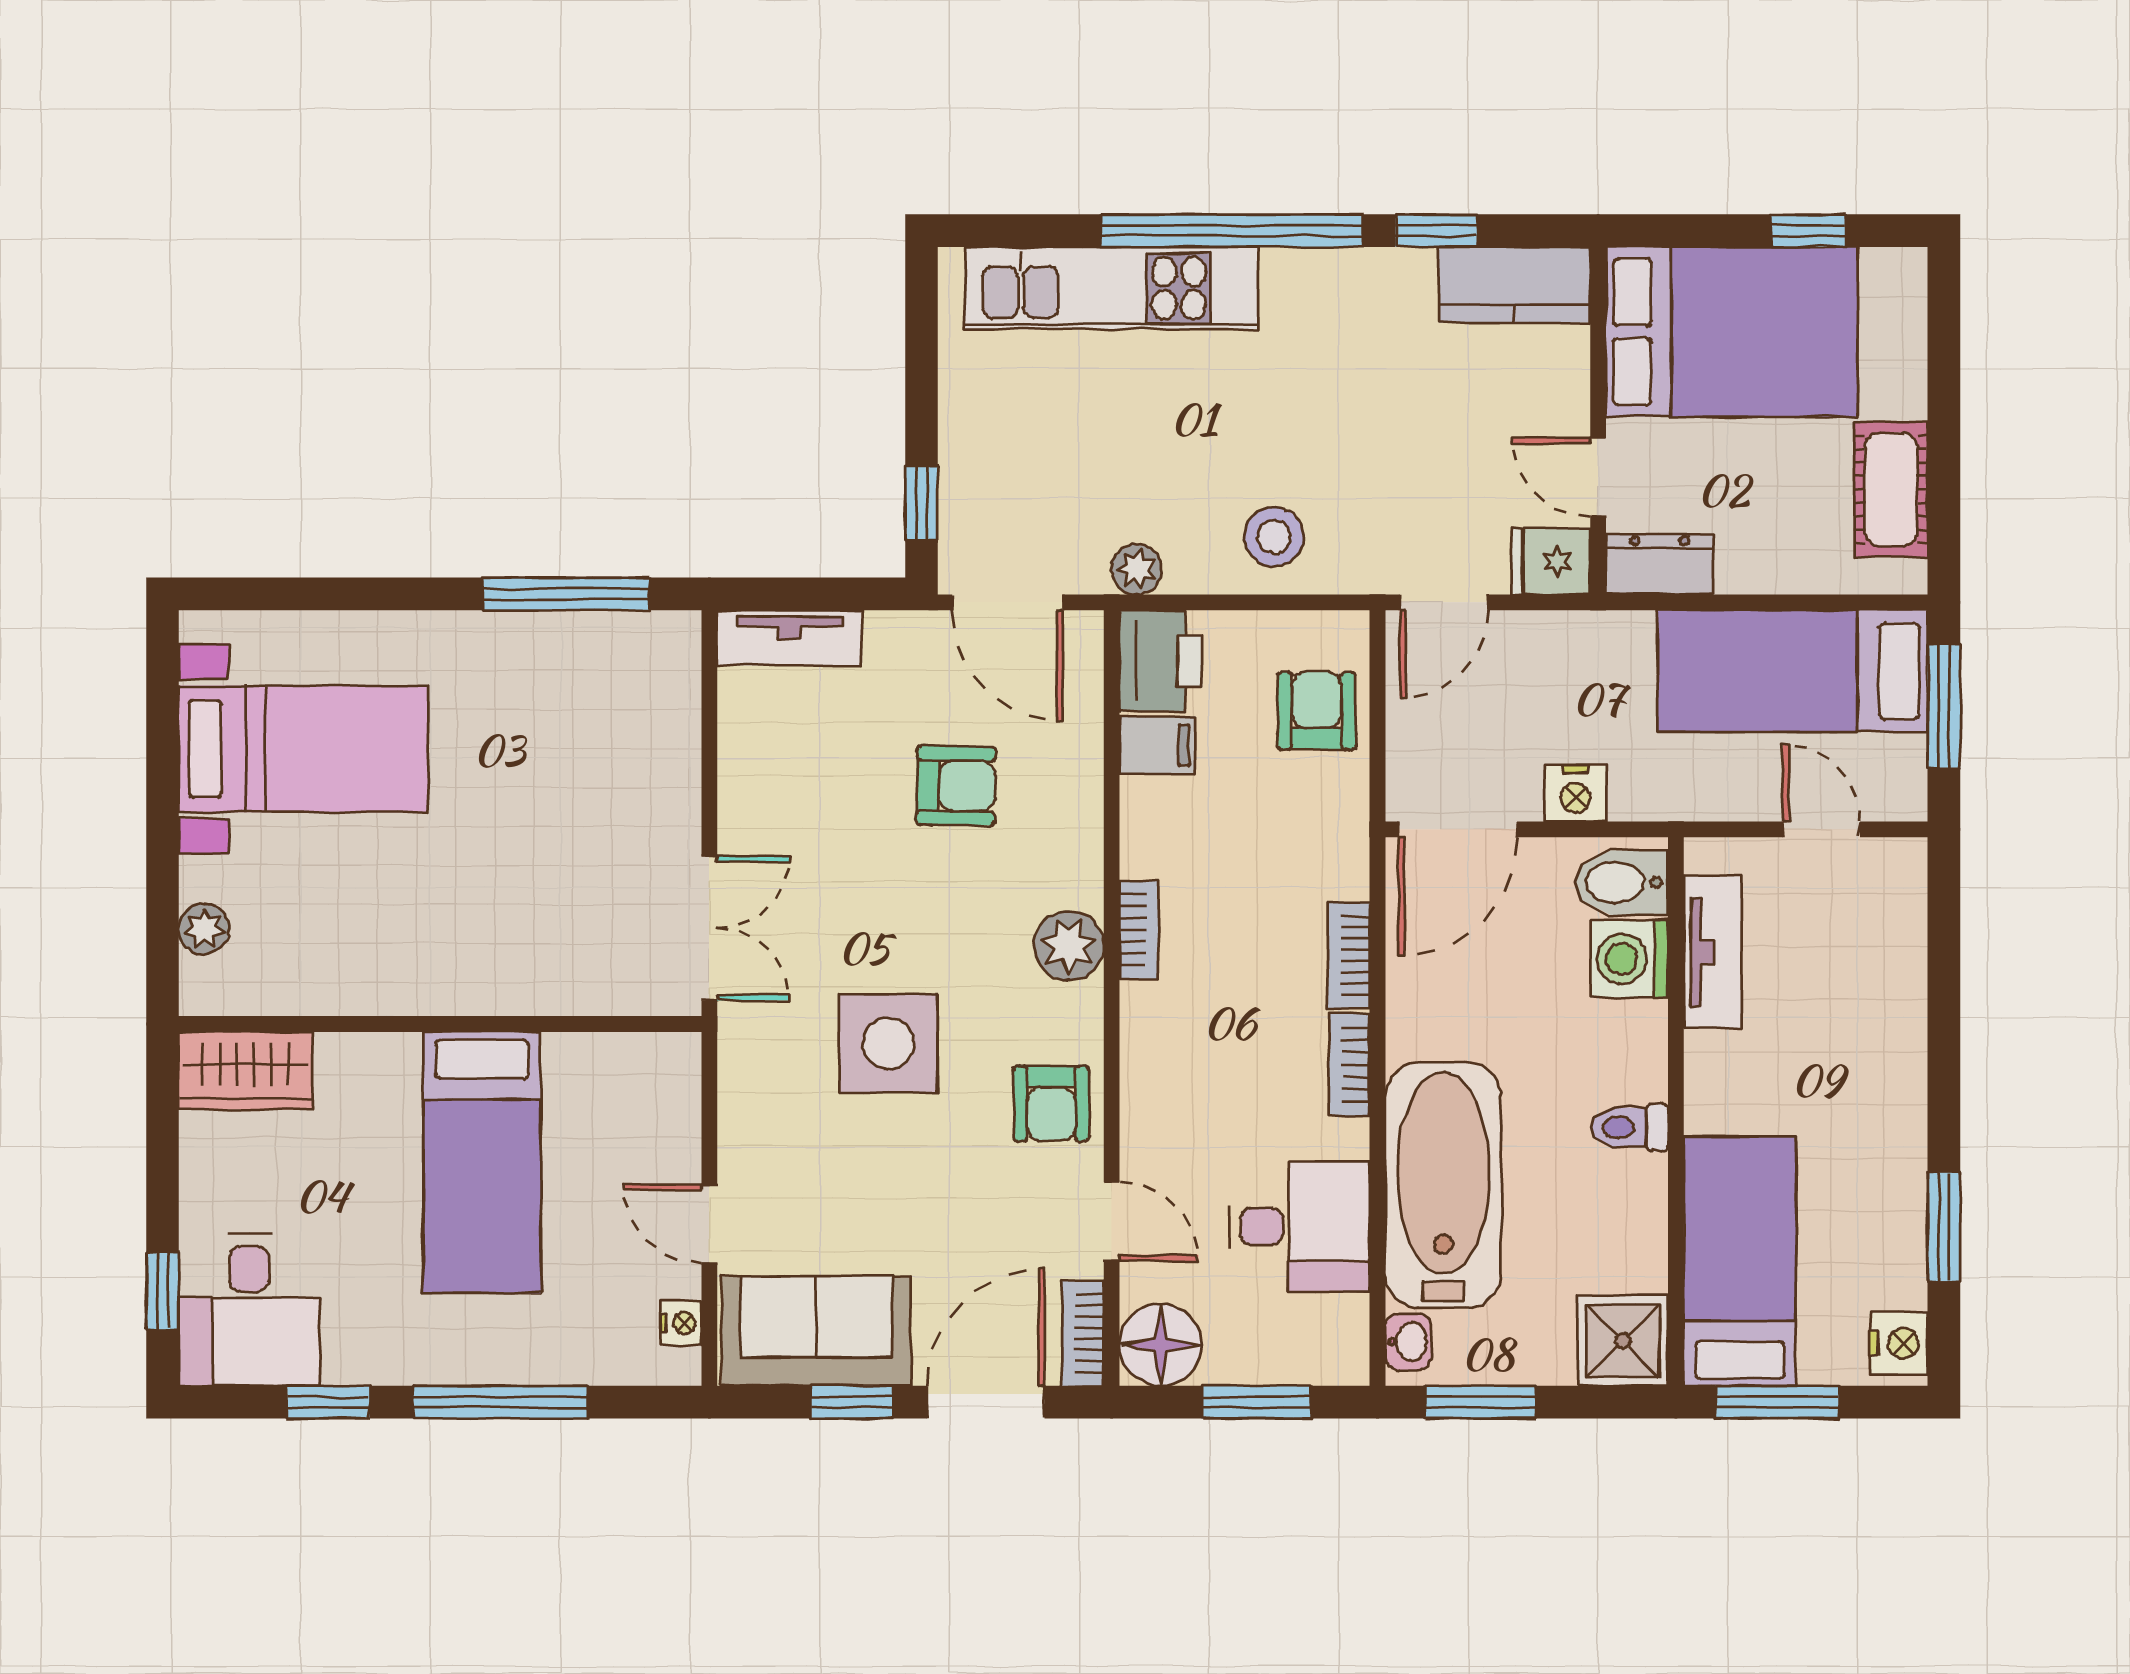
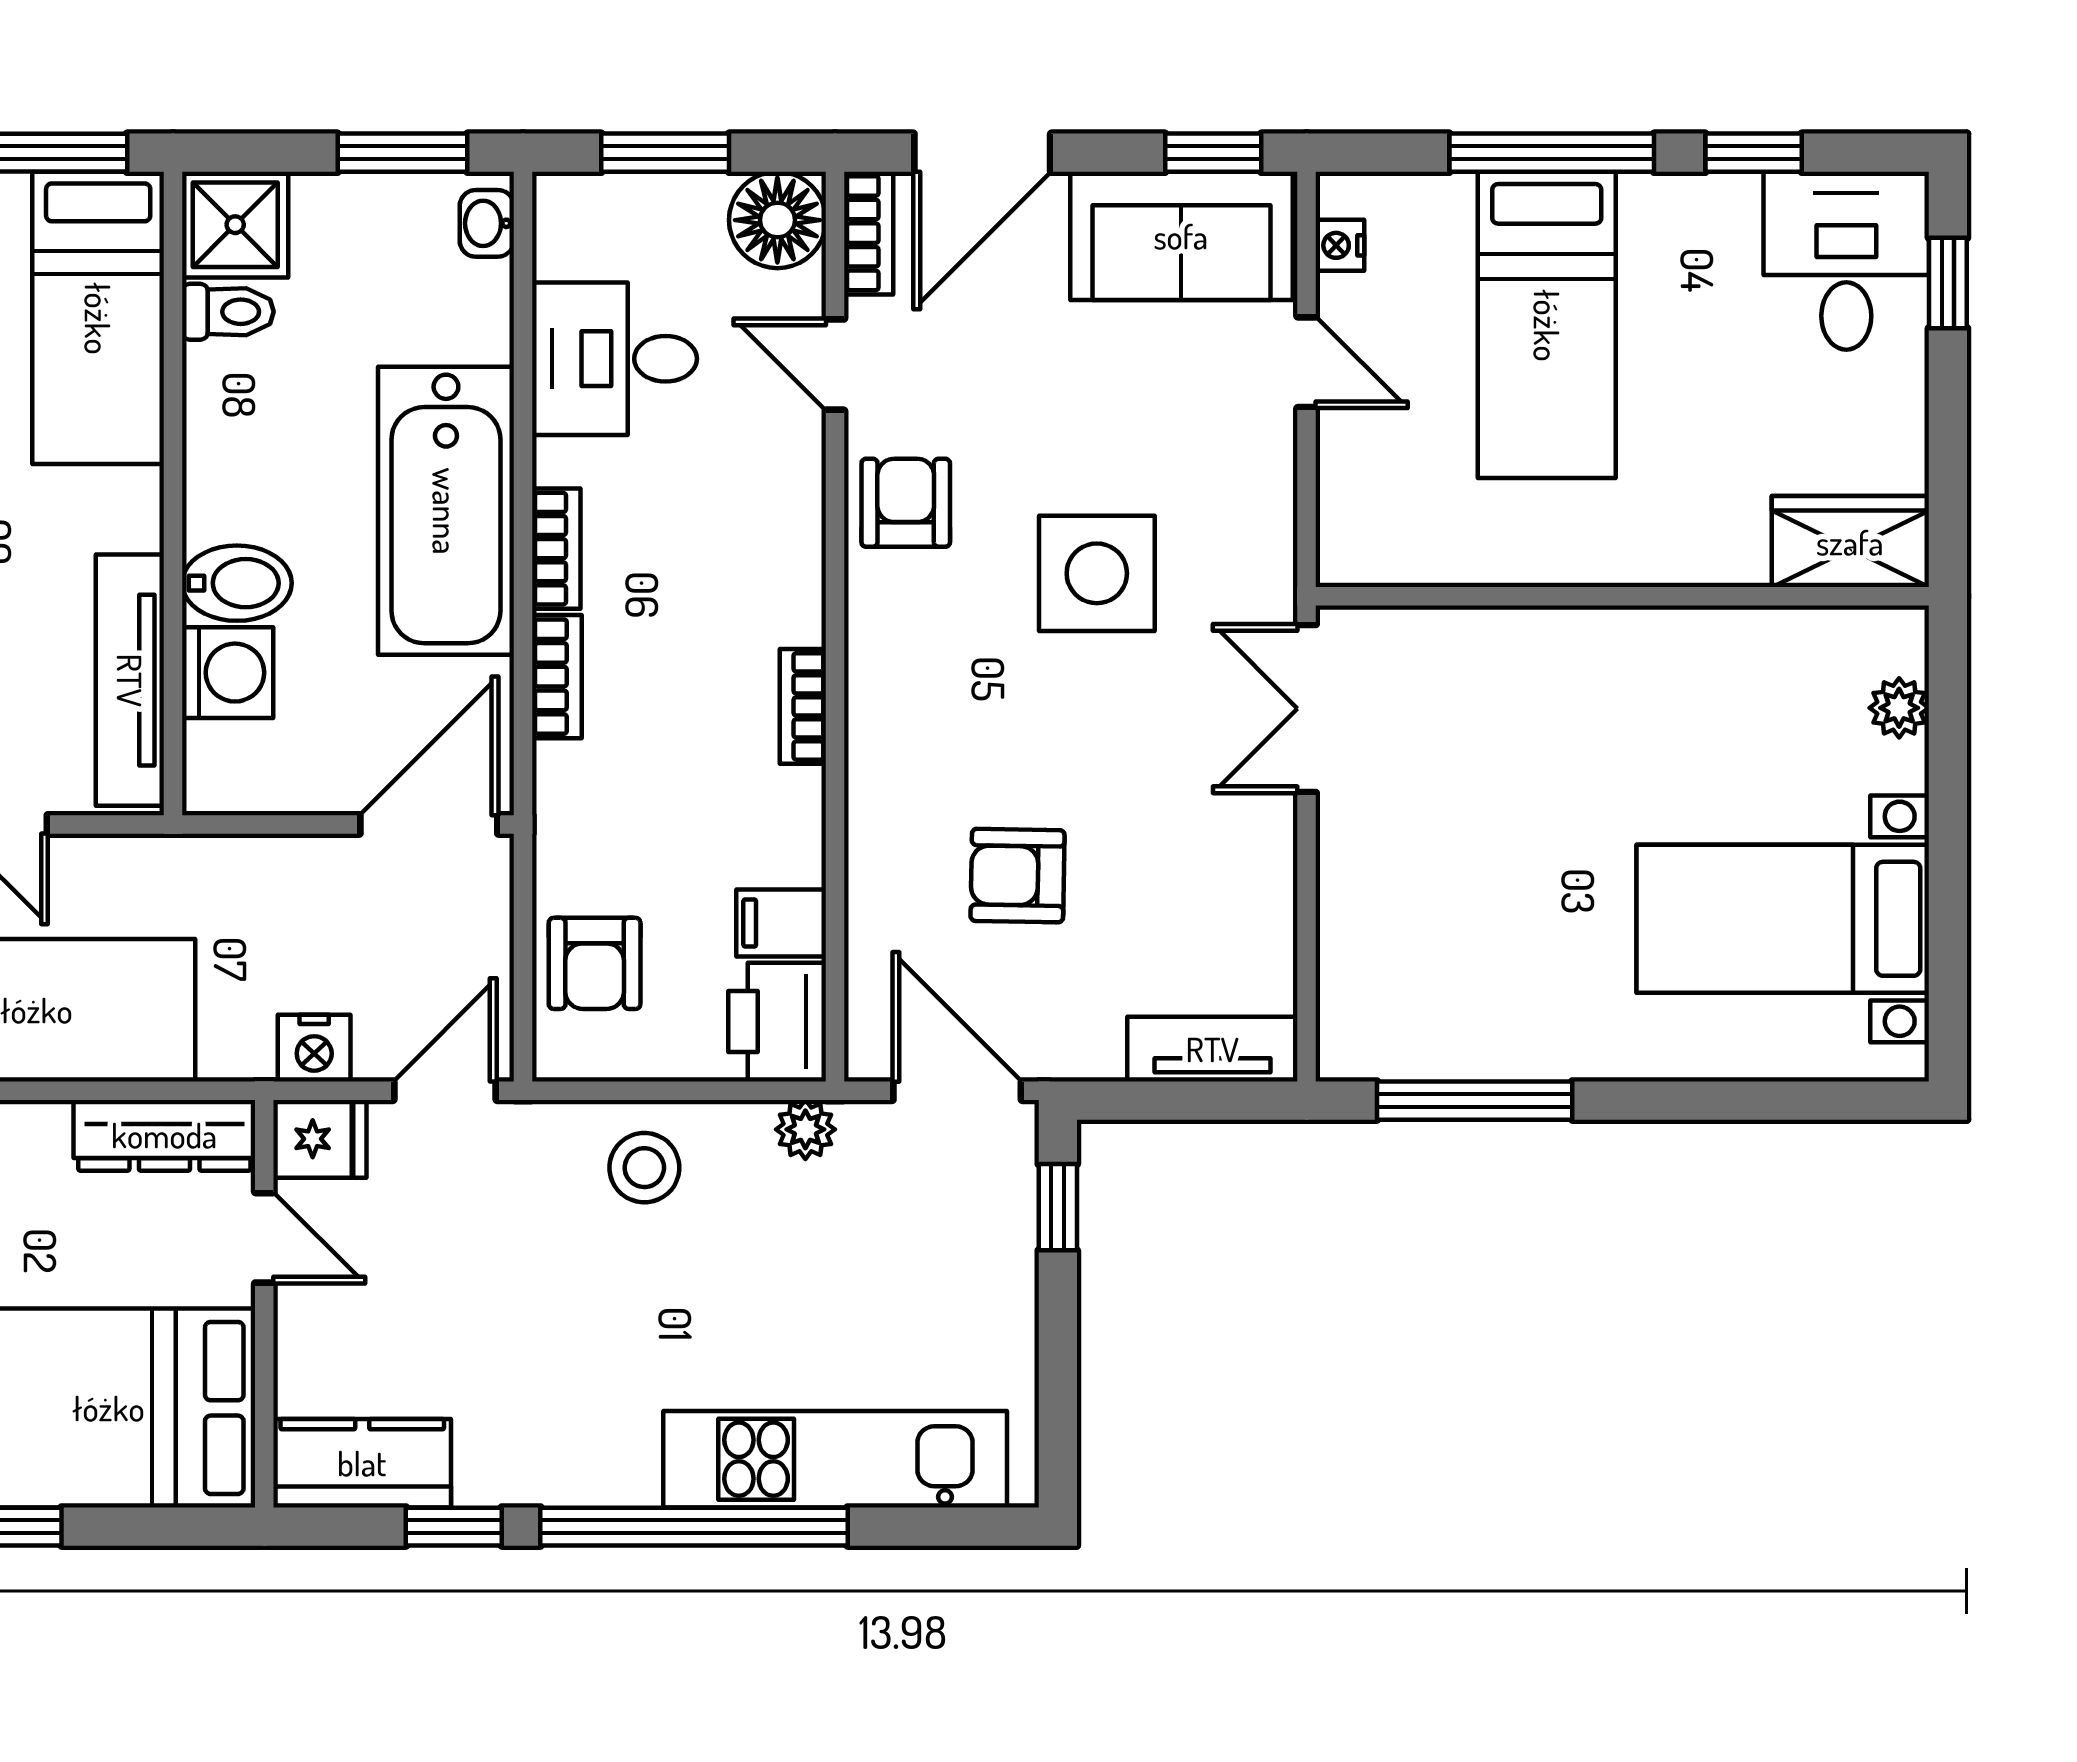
dresser: (1660, 564) -> (164, 1135), width x1.44
nightstand: (1575, 793) -> (314, 1048), moved, turned 180
bidet: (1621, 883) -> (237, 583), moved
plant: (1069, 946) -> (885, 688), removed
tv unit: (1713, 952) -> (130, 680), width x1.41
toilet: (1629, 1127) -> (228, 312), moved
bed: (482, 1162) -> (1547, 325), moved, turned 180
bathtub: (1443, 1185) -> (446, 511), moved
window: (852, 1402) -> (1213, 153), moved

